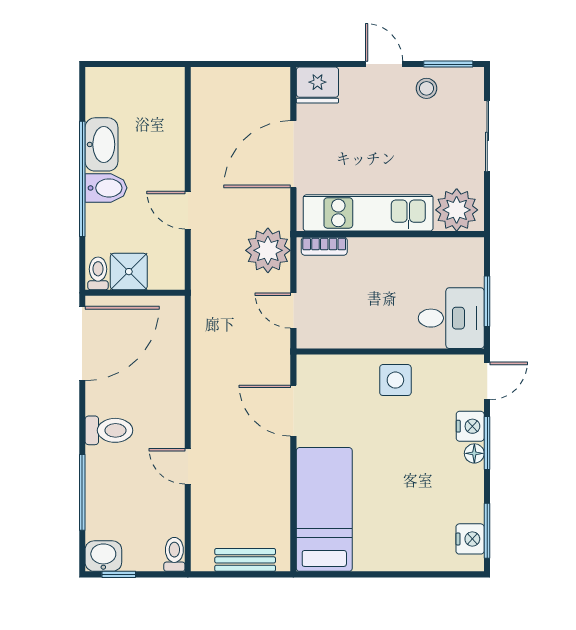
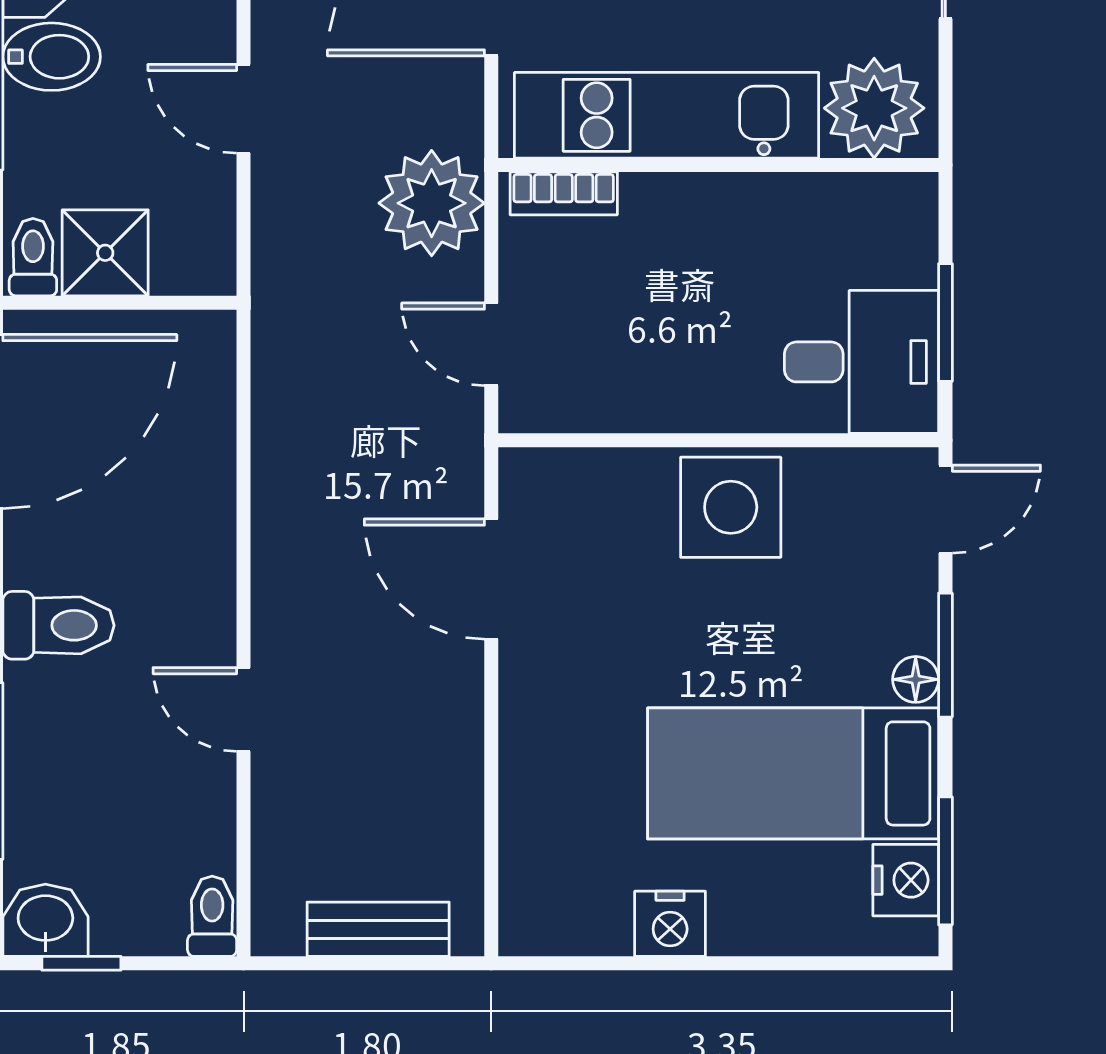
side table: (395, 380) -> (731, 507), width x1.37, depth x1.37
nightstand: (470, 426) -> (670, 924), moved, turned 90
bed: (324, 509) -> (793, 773), moved, turned -90

